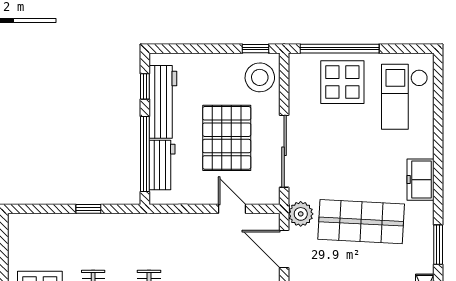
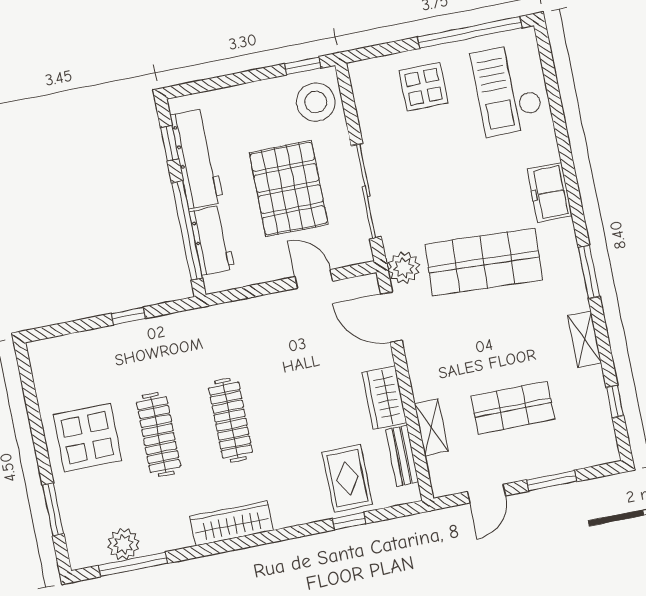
window: (340, 49) -> (470, 32), moved
display table: (342, 82) -> (424, 87), width x0.73, depth x0.73

